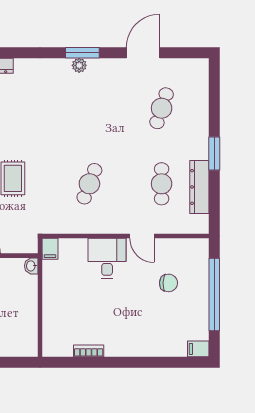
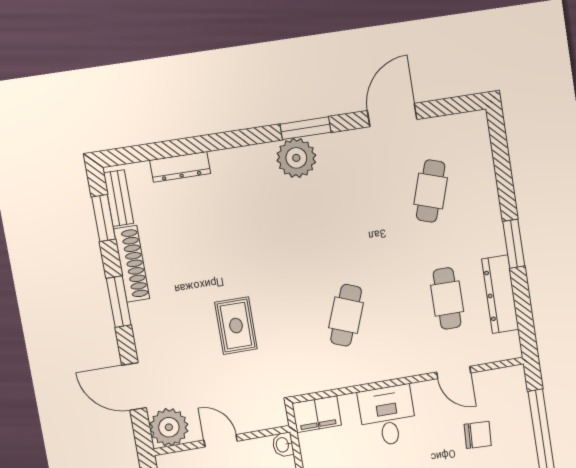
plant: (79, 65) -> (296, 158), width x1.87, depth x1.87
door: (142, 236) -> (454, 372), moved
filing cabinet: (50, 249) -> (317, 414), width x2.00

